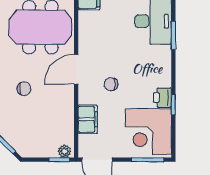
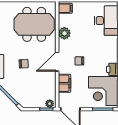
plant: (88, 41) -> (64, 33), added
door: (76, 69) -> (57, 62), moved

